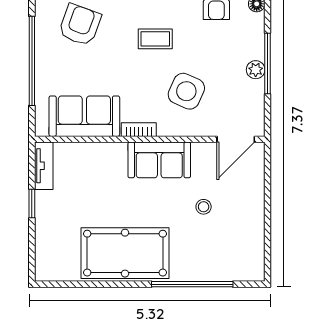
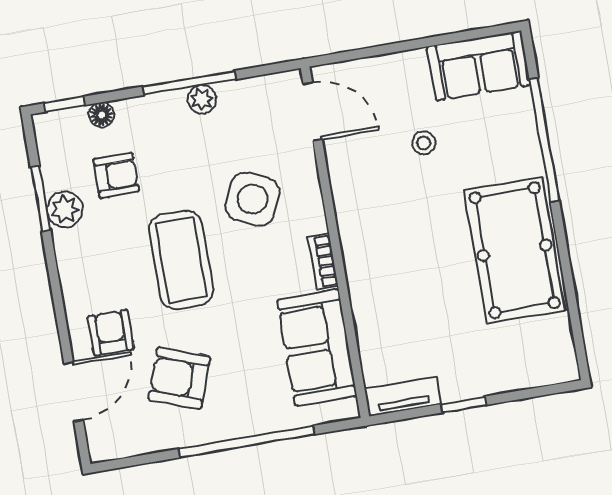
coffee table: (155, 39) -> (181, 260), width x1.86, depth x1.72
sofa: (159, 160) -> (479, 66), moved, turned 90

